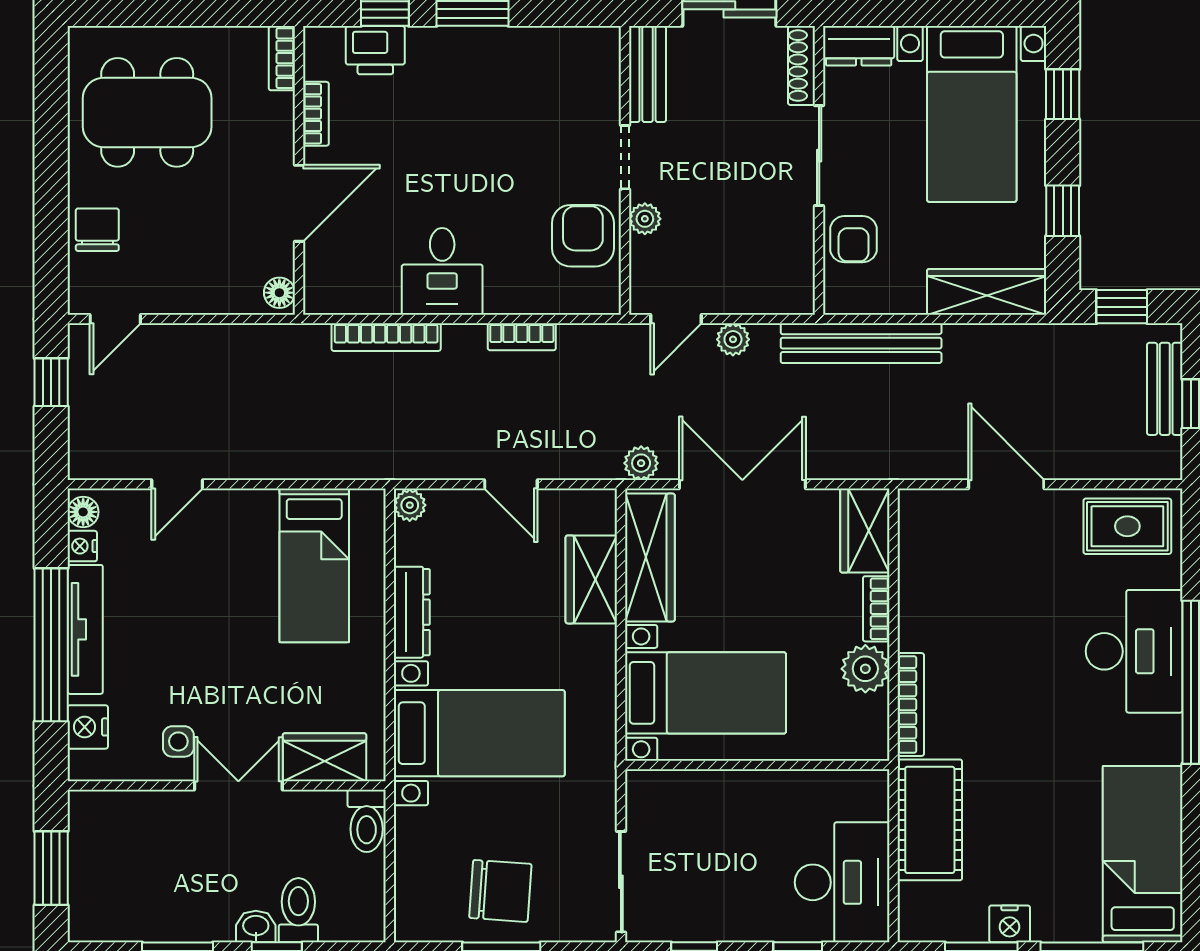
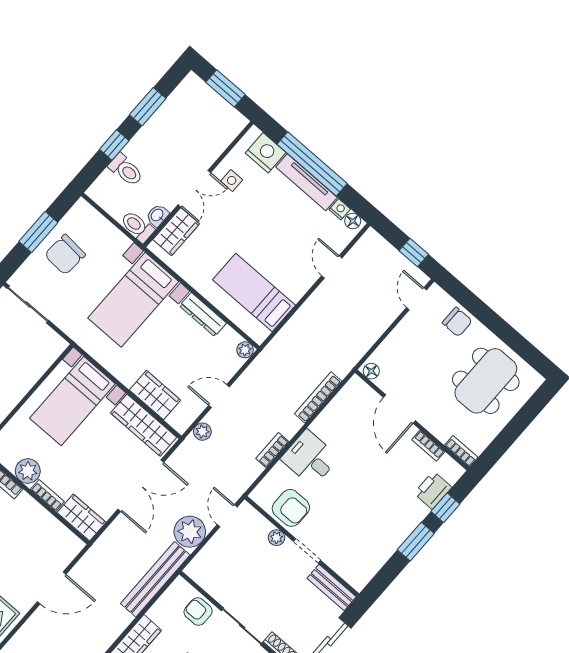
desk: (442, 271) -> (310, 458), moved
plant: (733, 339) -> (190, 532), width x1.88, depth x1.88
plant: (641, 463) -> (202, 432), moved
nightstand: (88, 727) -> (266, 153), width x1.36, depth x1.33
washbasin: (256, 927) -> (157, 215), moved, turned 180

